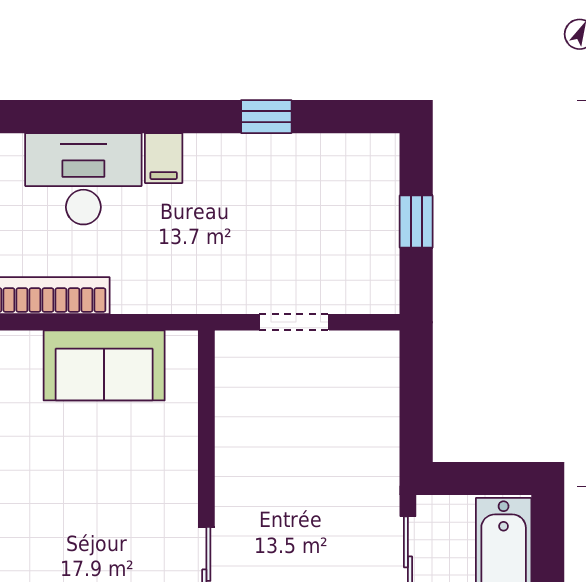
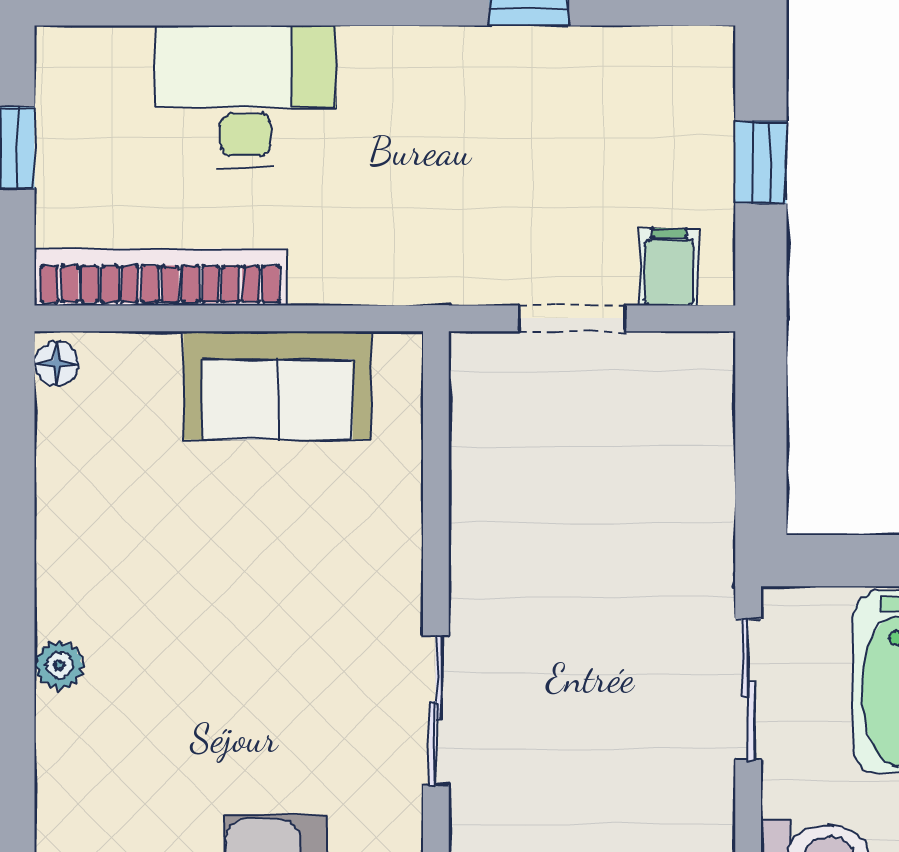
filing cabinet: (164, 158) -> (669, 267), moved, turned 180

